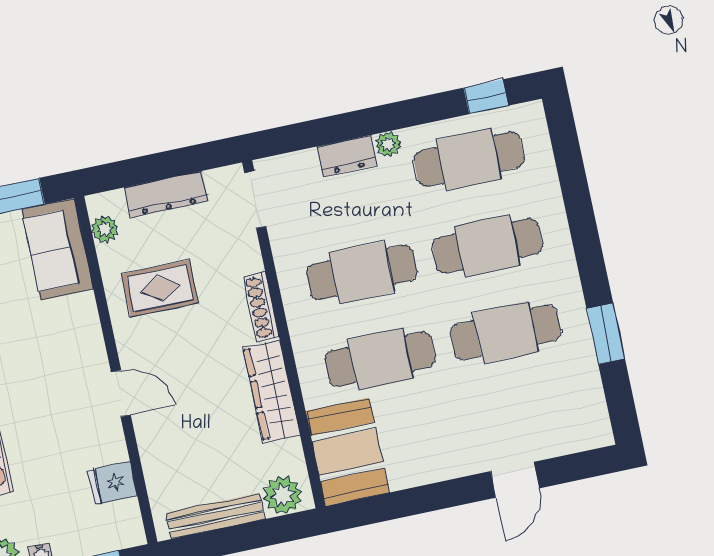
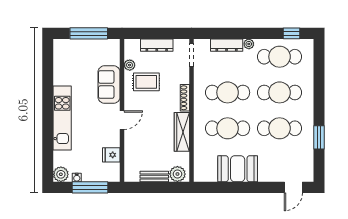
dresser: (347, 156) -> (227, 45), width x1.44
plant: (105, 229) -> (130, 65), moved
sofa: (57, 249) -> (109, 85), moved
door: (121, 393) -> (122, 120), hinge flipped
booth: (347, 452) -> (238, 169), moved, turned 90
door: (515, 480) -> (293, 187), moved
bench: (215, 516) -> (154, 177), width x0.73

